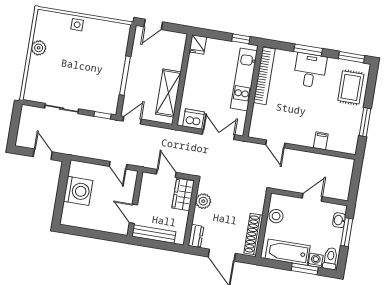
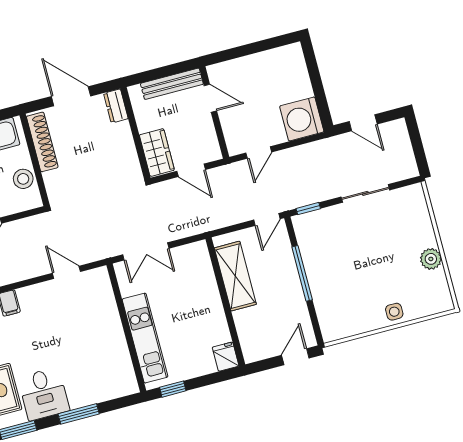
desk: (310, 70) -> (44, 394), moved
bookcase: (264, 76) -> (121, 355), removed
dishwasher: (193, 119) -> (187, 257), removed
door: (118, 165) -> (259, 152), swing flipped
washing machine: (78, 191) -> (302, 119), moved
plant: (203, 201) -> (127, 156), removed

